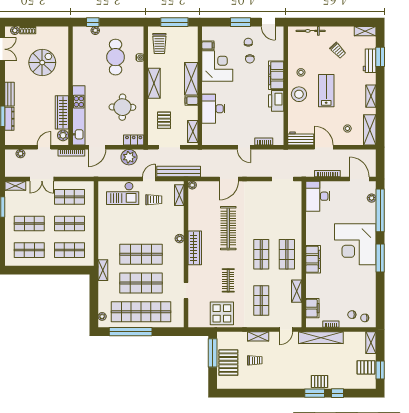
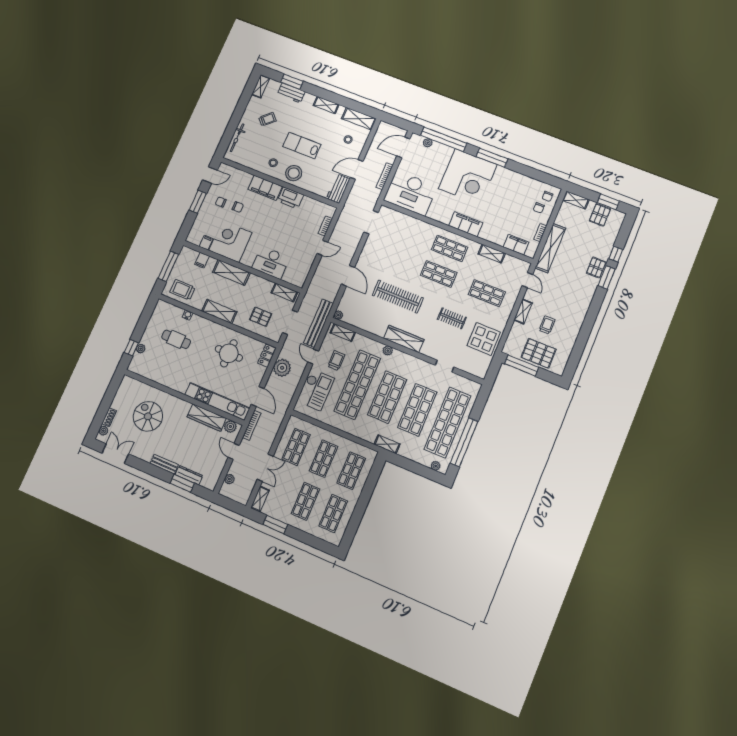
trolley: (159, 44) -> (183, 290), turned 180
cafe table: (116, 57) -> (176, 339), width x0.73, depth x0.74
filing cabinet: (191, 101) -> (202, 260), moved
desk: (318, 196) -> (410, 193), width x1.36, depth x1.30
shop shelf: (141, 225) -> (357, 385), added

